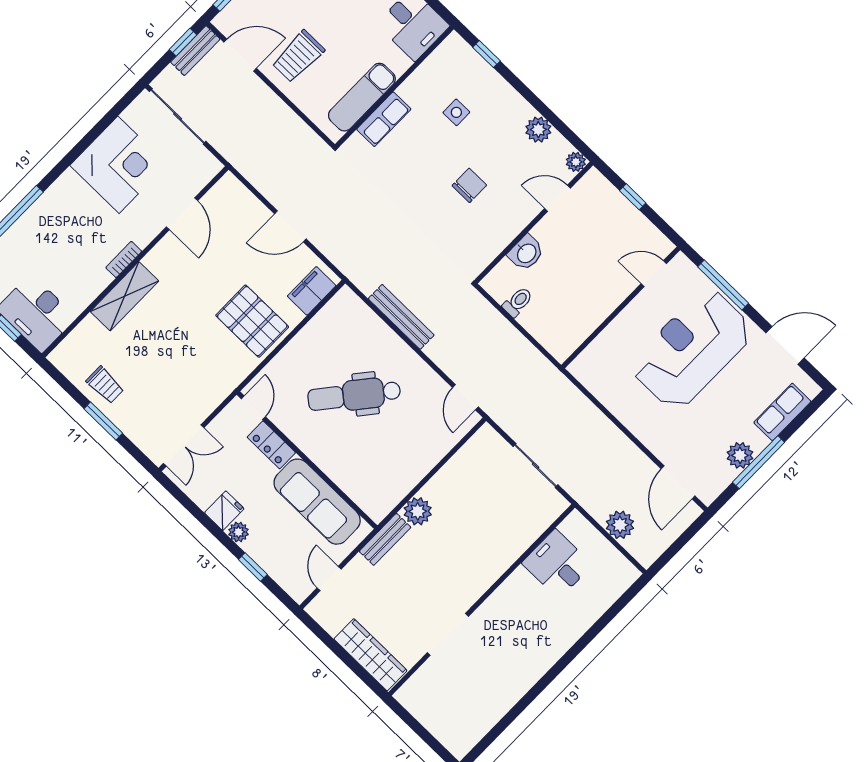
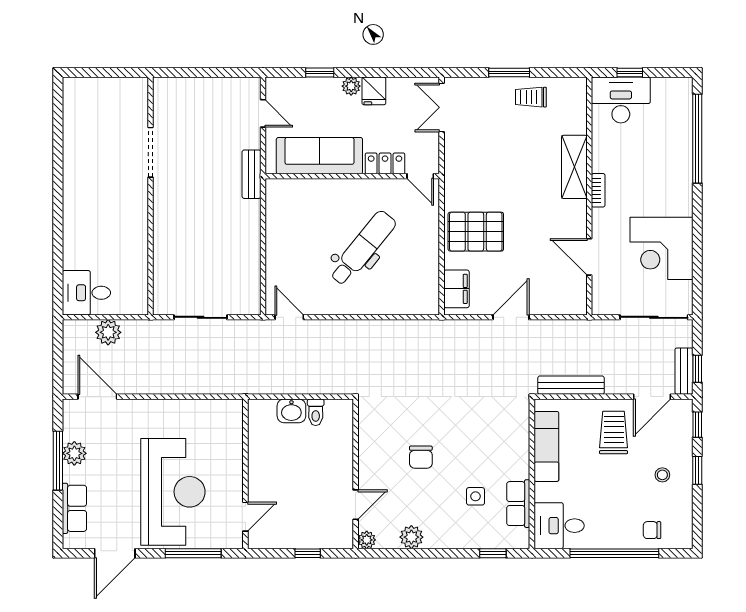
row of seats: (384, 119) -> (518, 504), moved
washbasin: (526, 253) -> (291, 411), moved, turned -90
bench: (401, 317) -> (571, 385), moved
plant: (418, 511) -> (248, 213), removed
desk: (557, 564) -> (86, 293), moved, turned 180
wardrobe: (370, 655) -> (188, 90), removed

